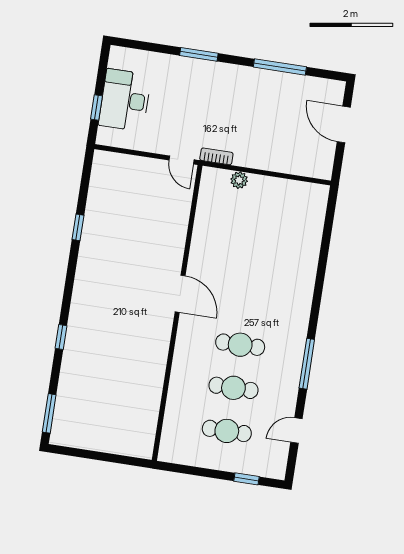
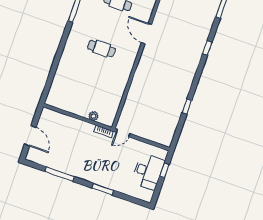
door: (181, 160) -> (123, 133), swing flipped
door: (180, 294) -> (147, 34), moved
cafe table: (240, 345) -> (102, 48), moved

